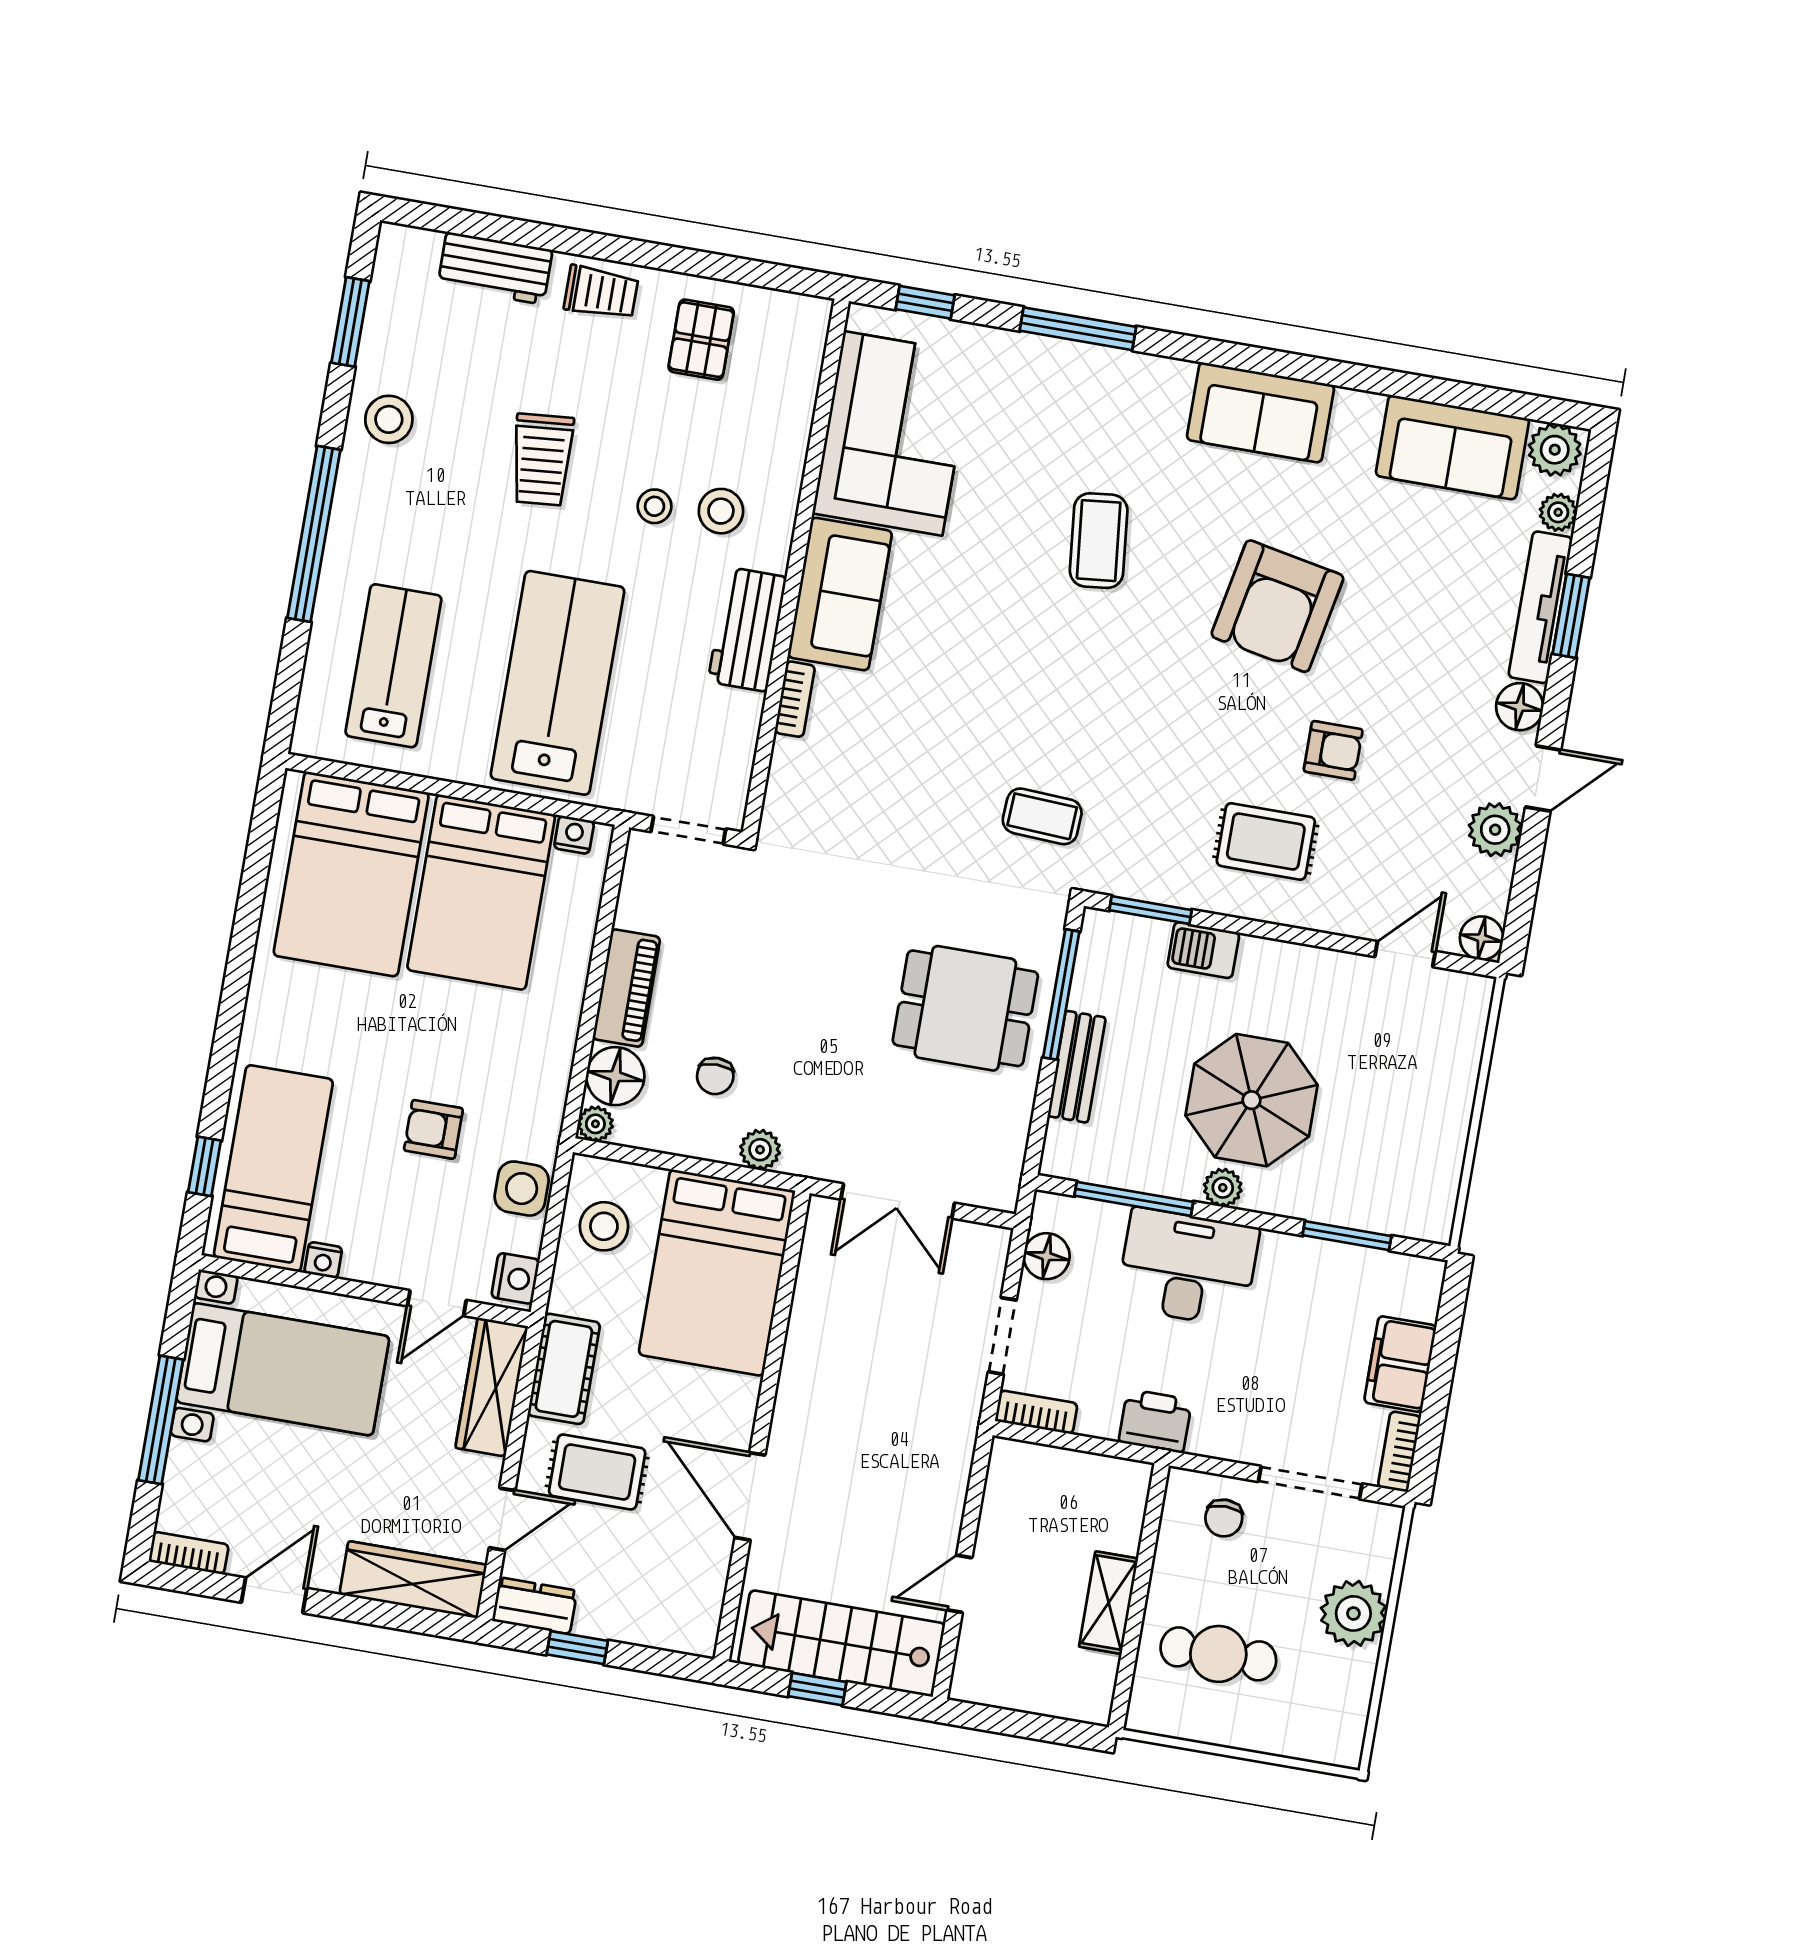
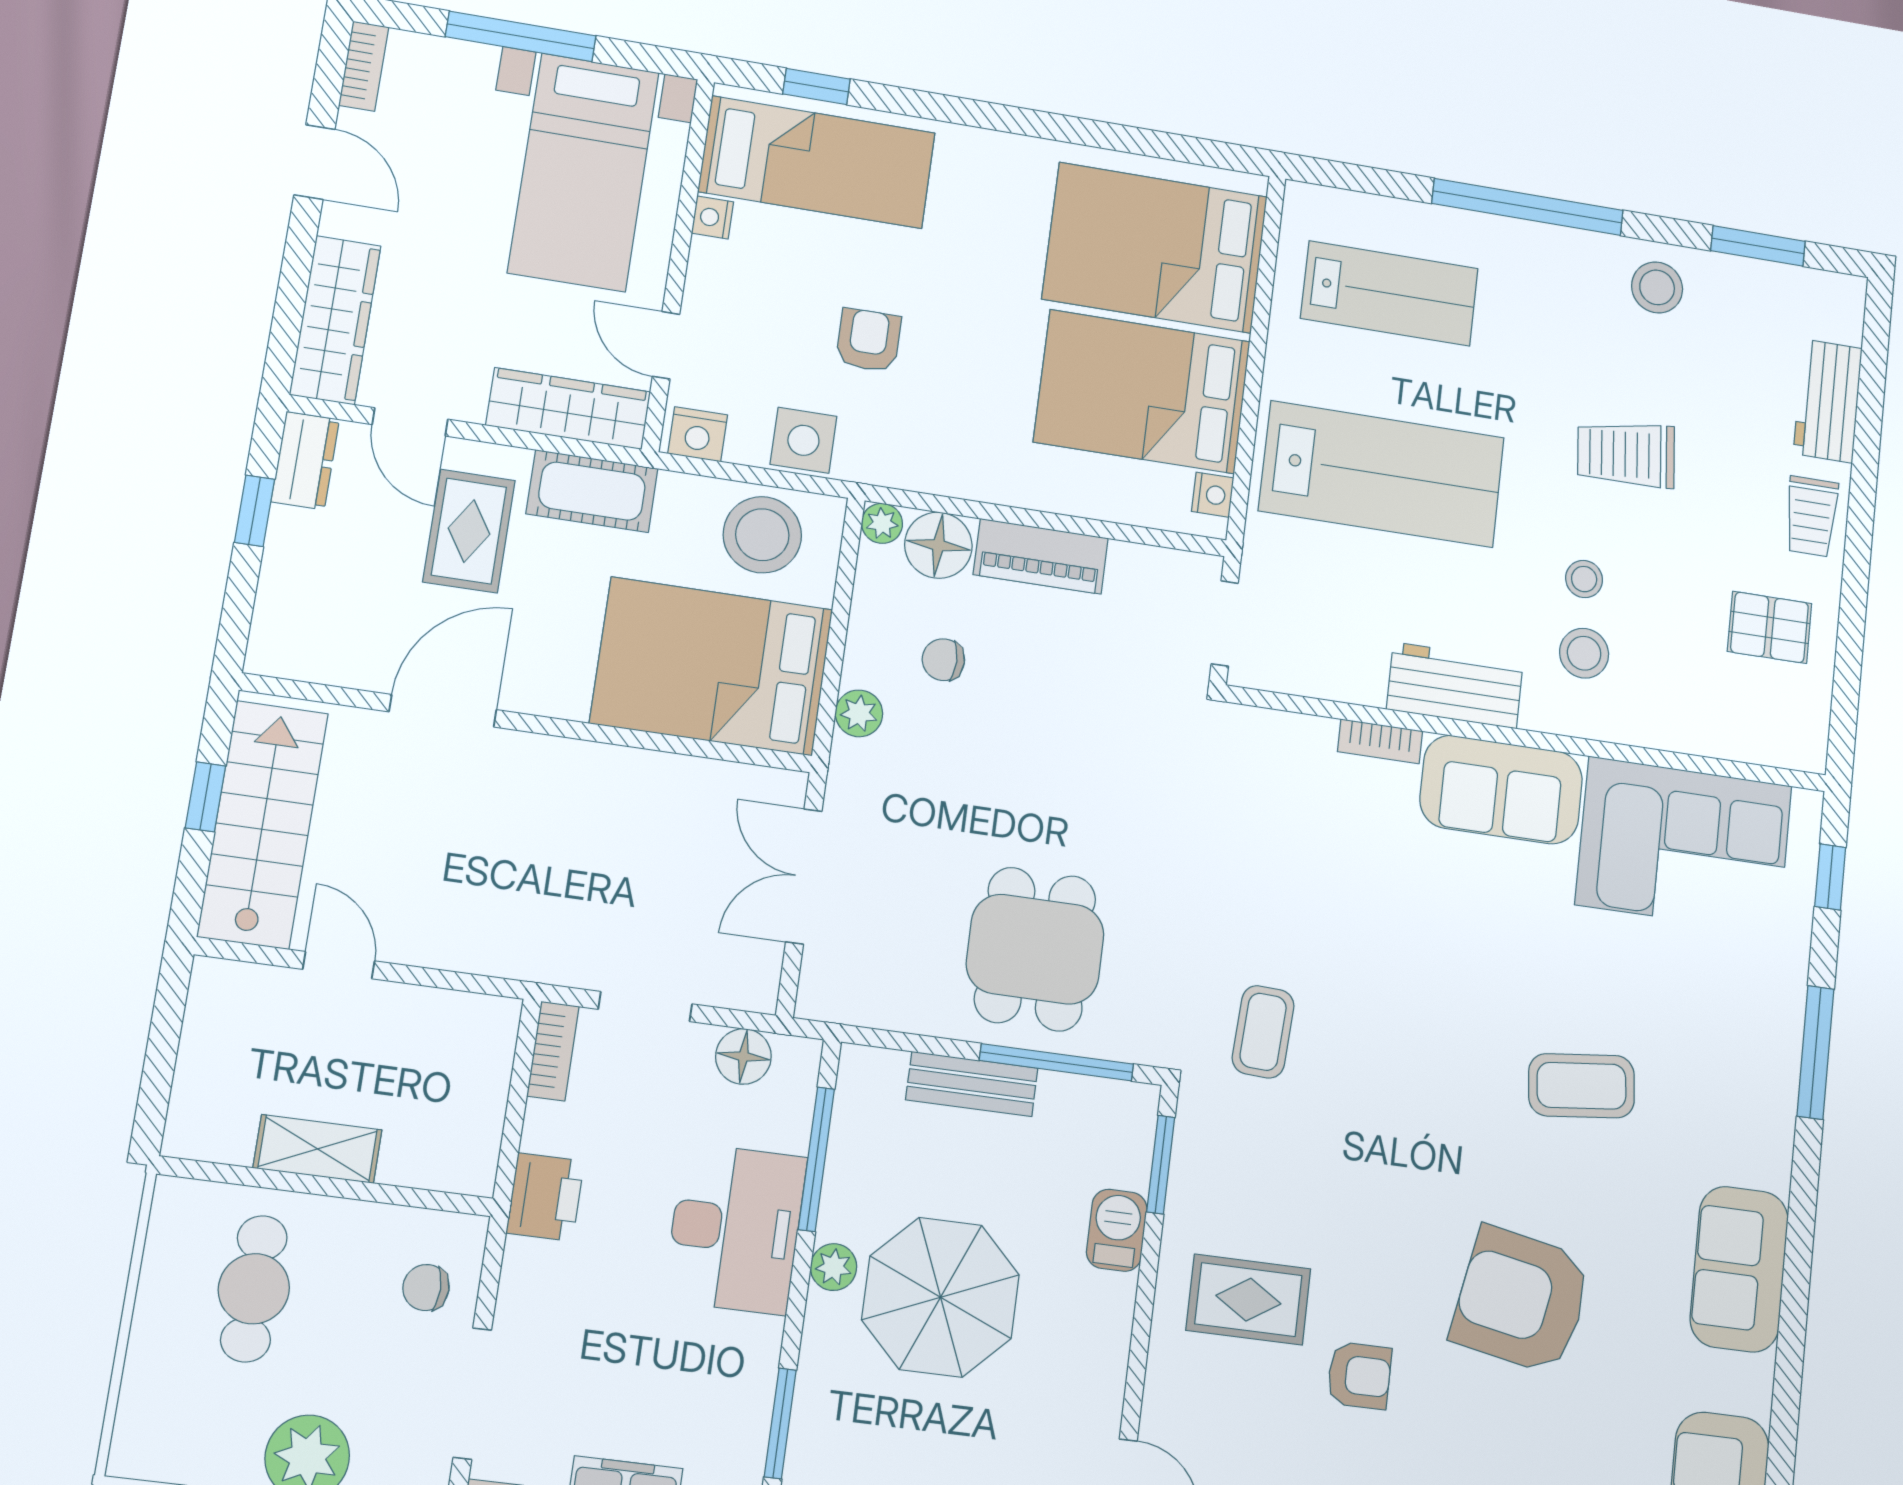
armchair: (1333, 750) -> (1359, 1376), turned -90
rug: (1266, 841) -> (1248, 1300), turned 90
stool: (604, 1226) -> (762, 535), width x1.38, depth x1.38

